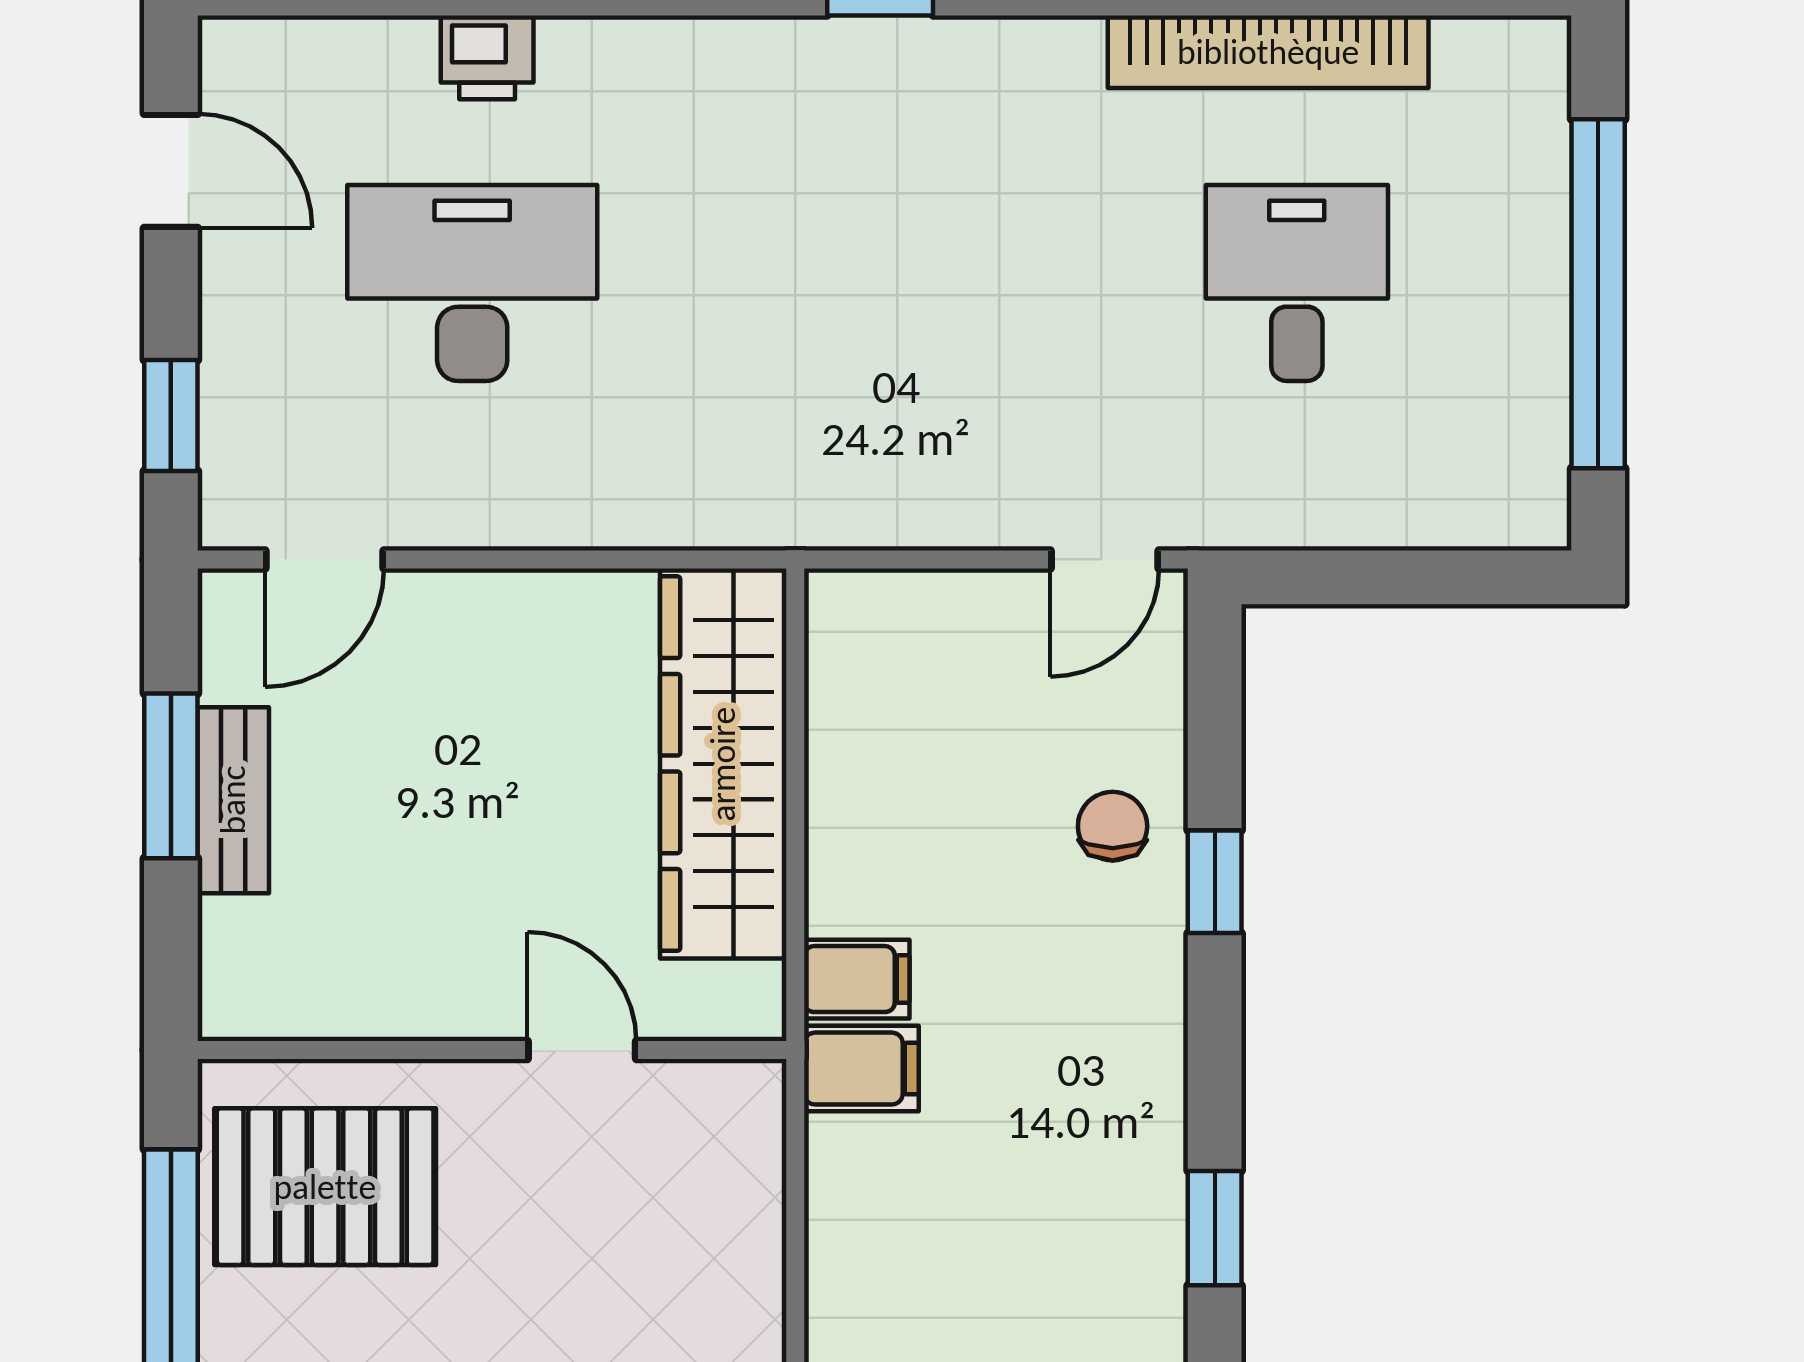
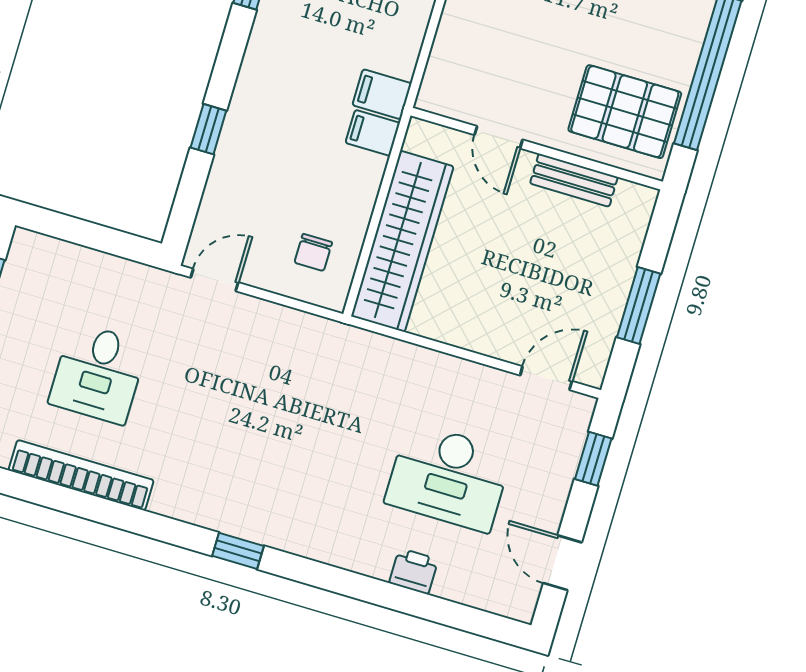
bench: (233, 800) -> (574, 180), moved, turned 90
chair: (1113, 826) -> (313, 252), moved

